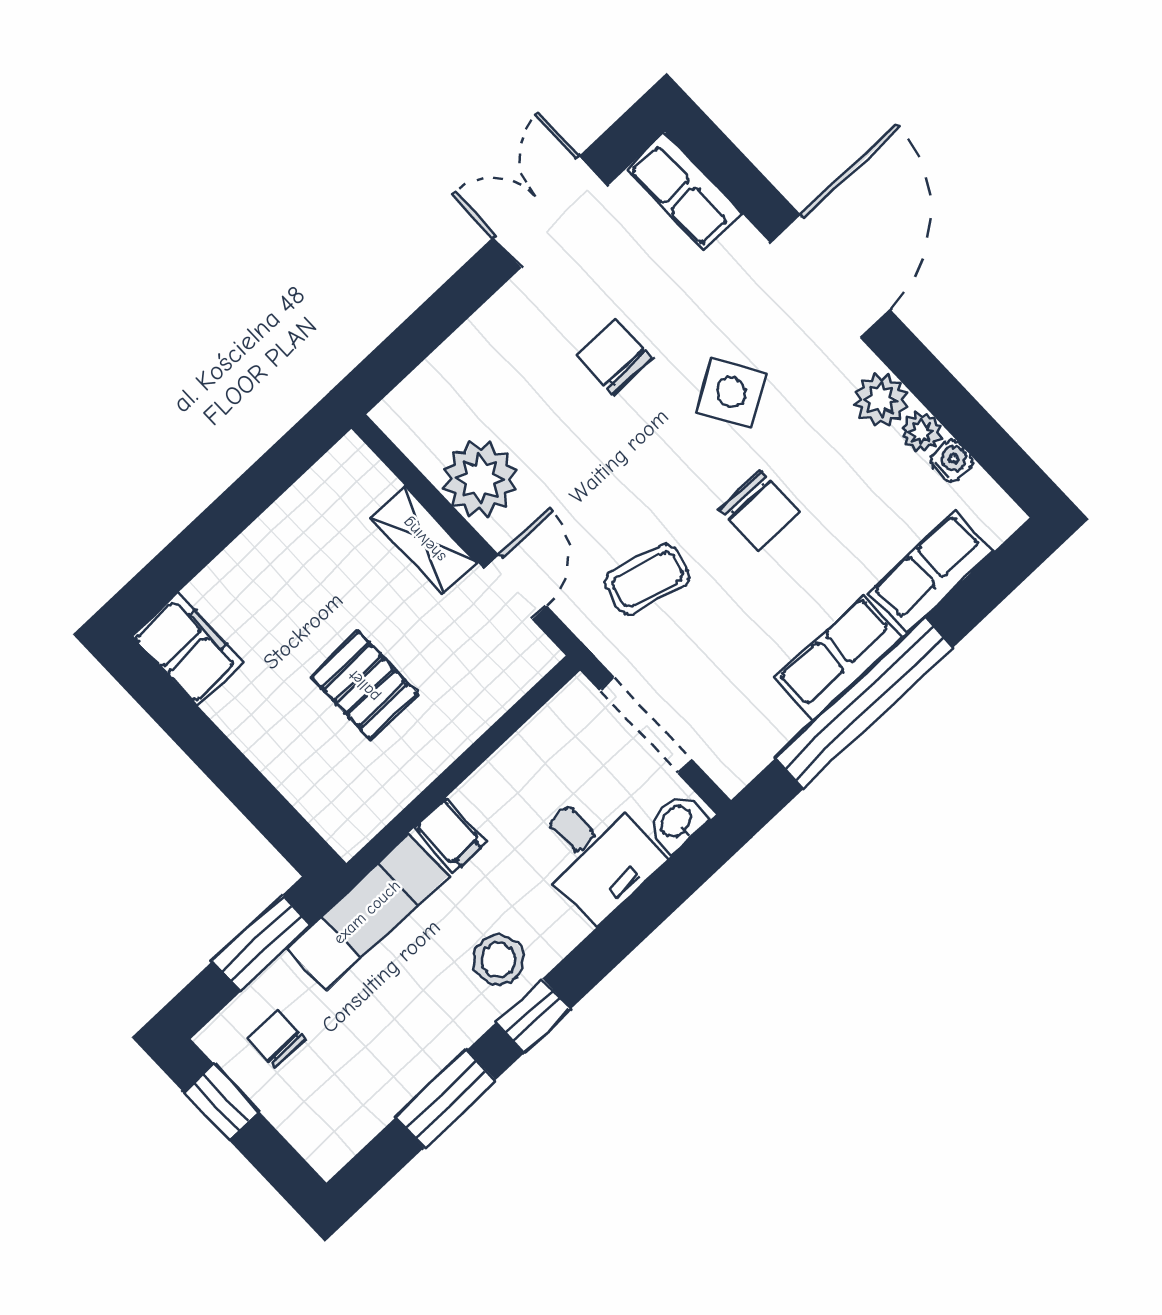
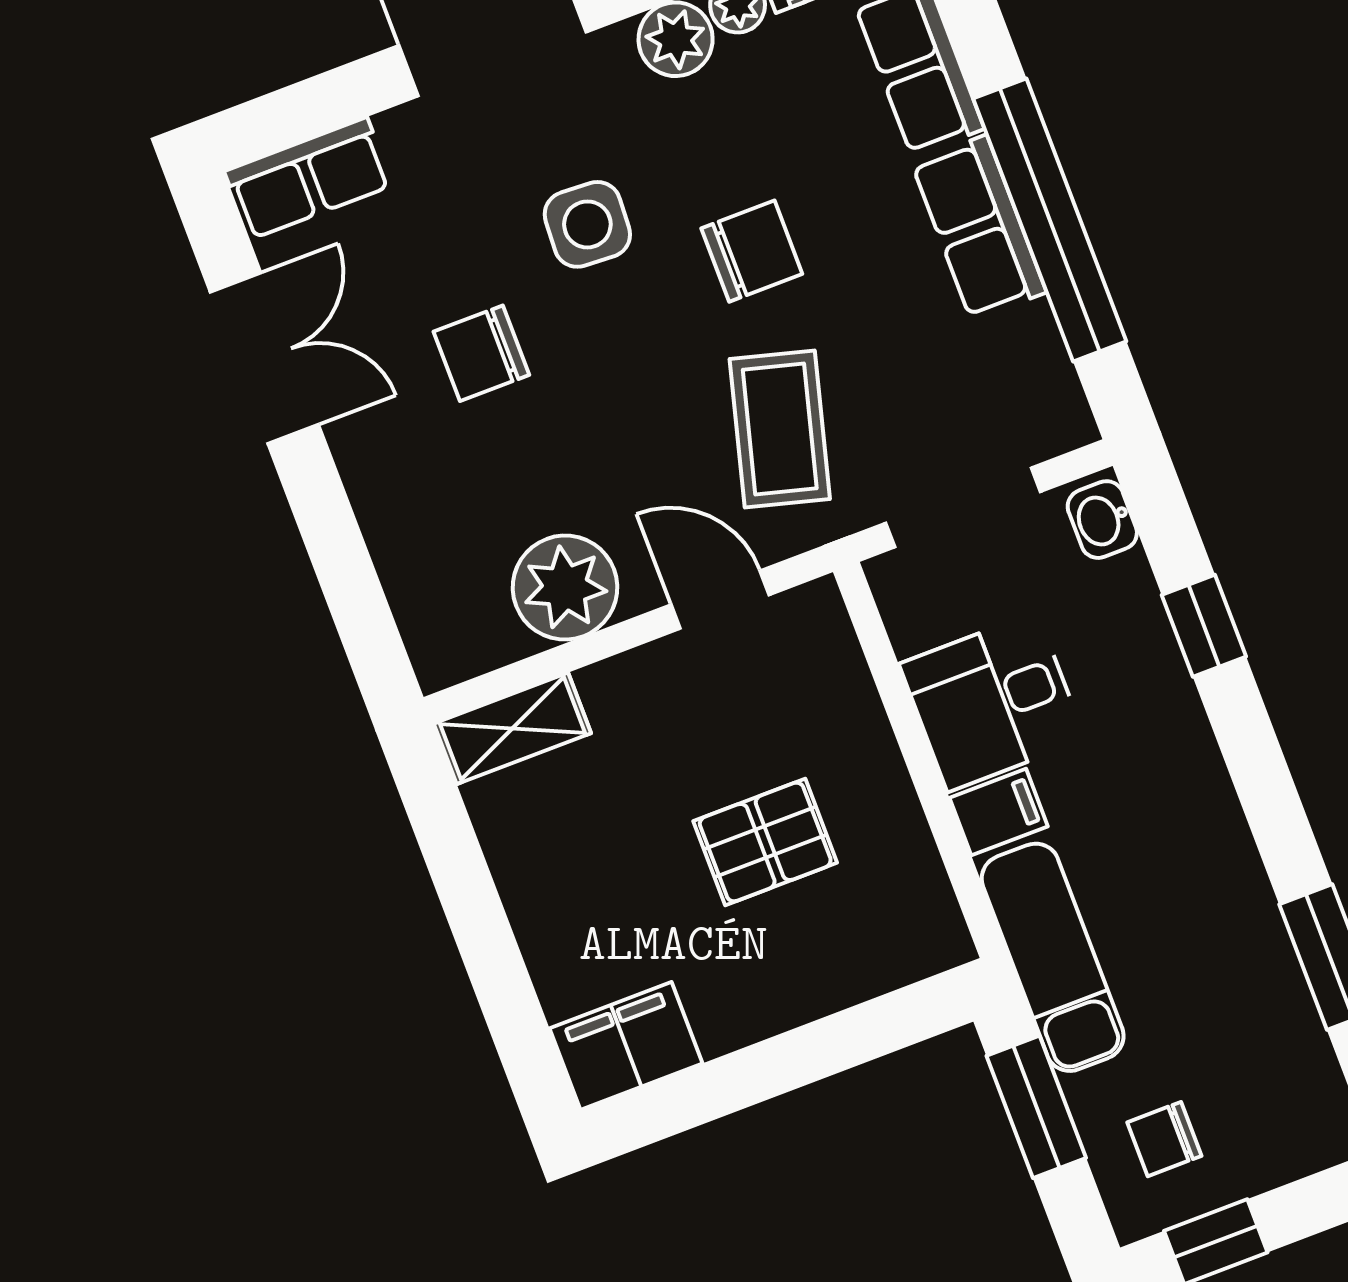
double door: (550, 212) -> (264, 358), swing flipped
side table: (731, 392) -> (587, 224), turned 35
shelving: (424, 540) -> (512, 728), moved
coffee table: (647, 579) -> (780, 429), width x1.36, depth x1.30
desk: (596, 854) -> (992, 702), moved, turned 180
stool: (498, 960) -> (1182, 817), removed
window: (533, 1016) -> (1204, 626), moved

